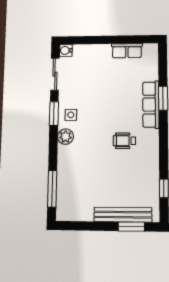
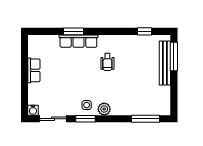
row of seats: (127, 51) -> (34, 70), moved
window: (131, 227) -> (174, 56), width x1.44

